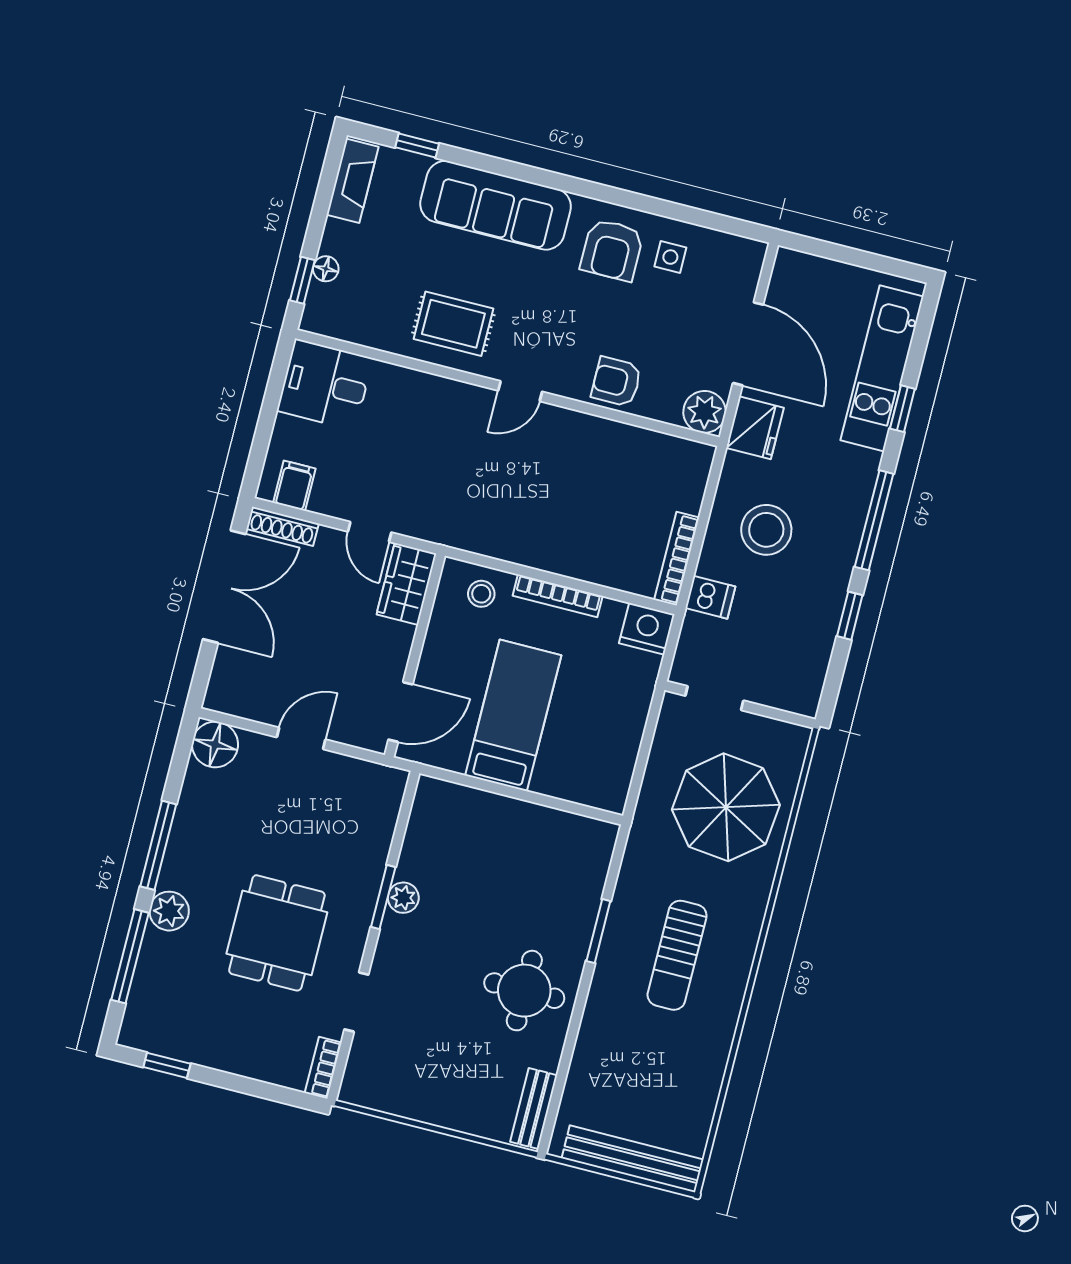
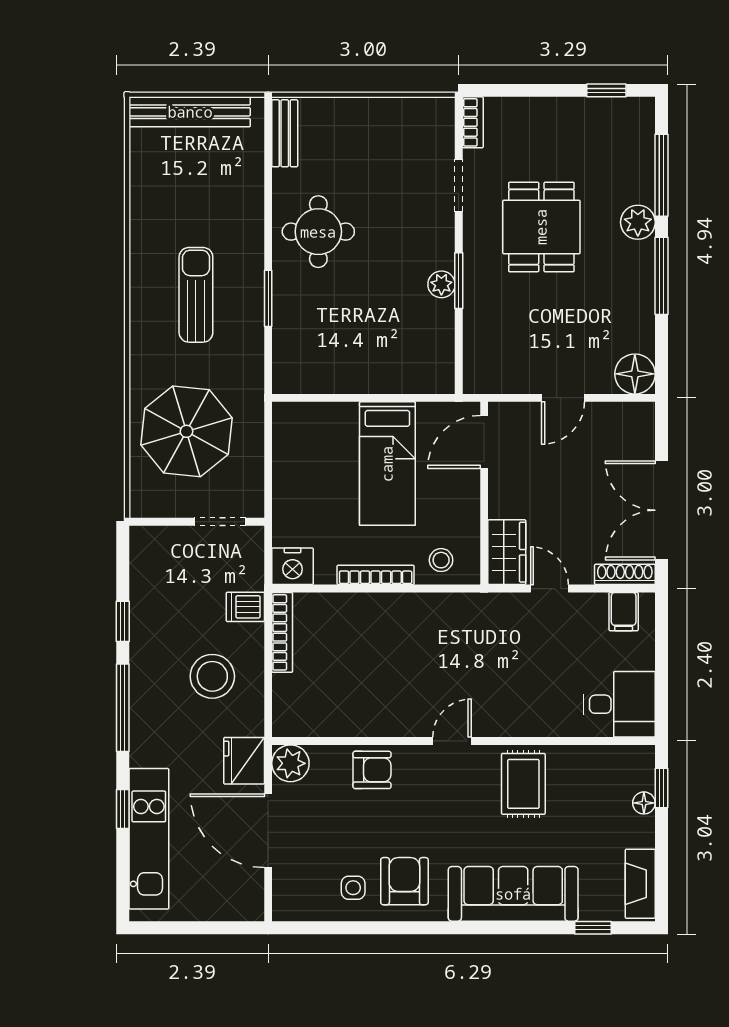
rug: (453, 324) -> (523, 784), turned 90

